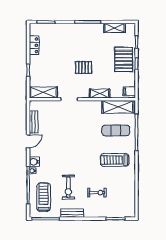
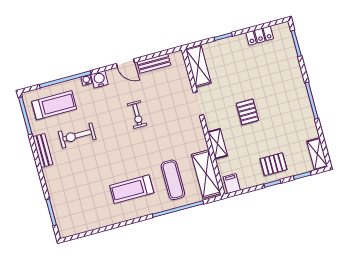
shelving: (115, 28) -> (317, 154), moved
pallet: (124, 59) -> (273, 164), width x0.67, depth x0.71
treadmill: (115, 160) -> (132, 189), turned -90
exercise bike: (97, 193) -> (137, 114), moved

